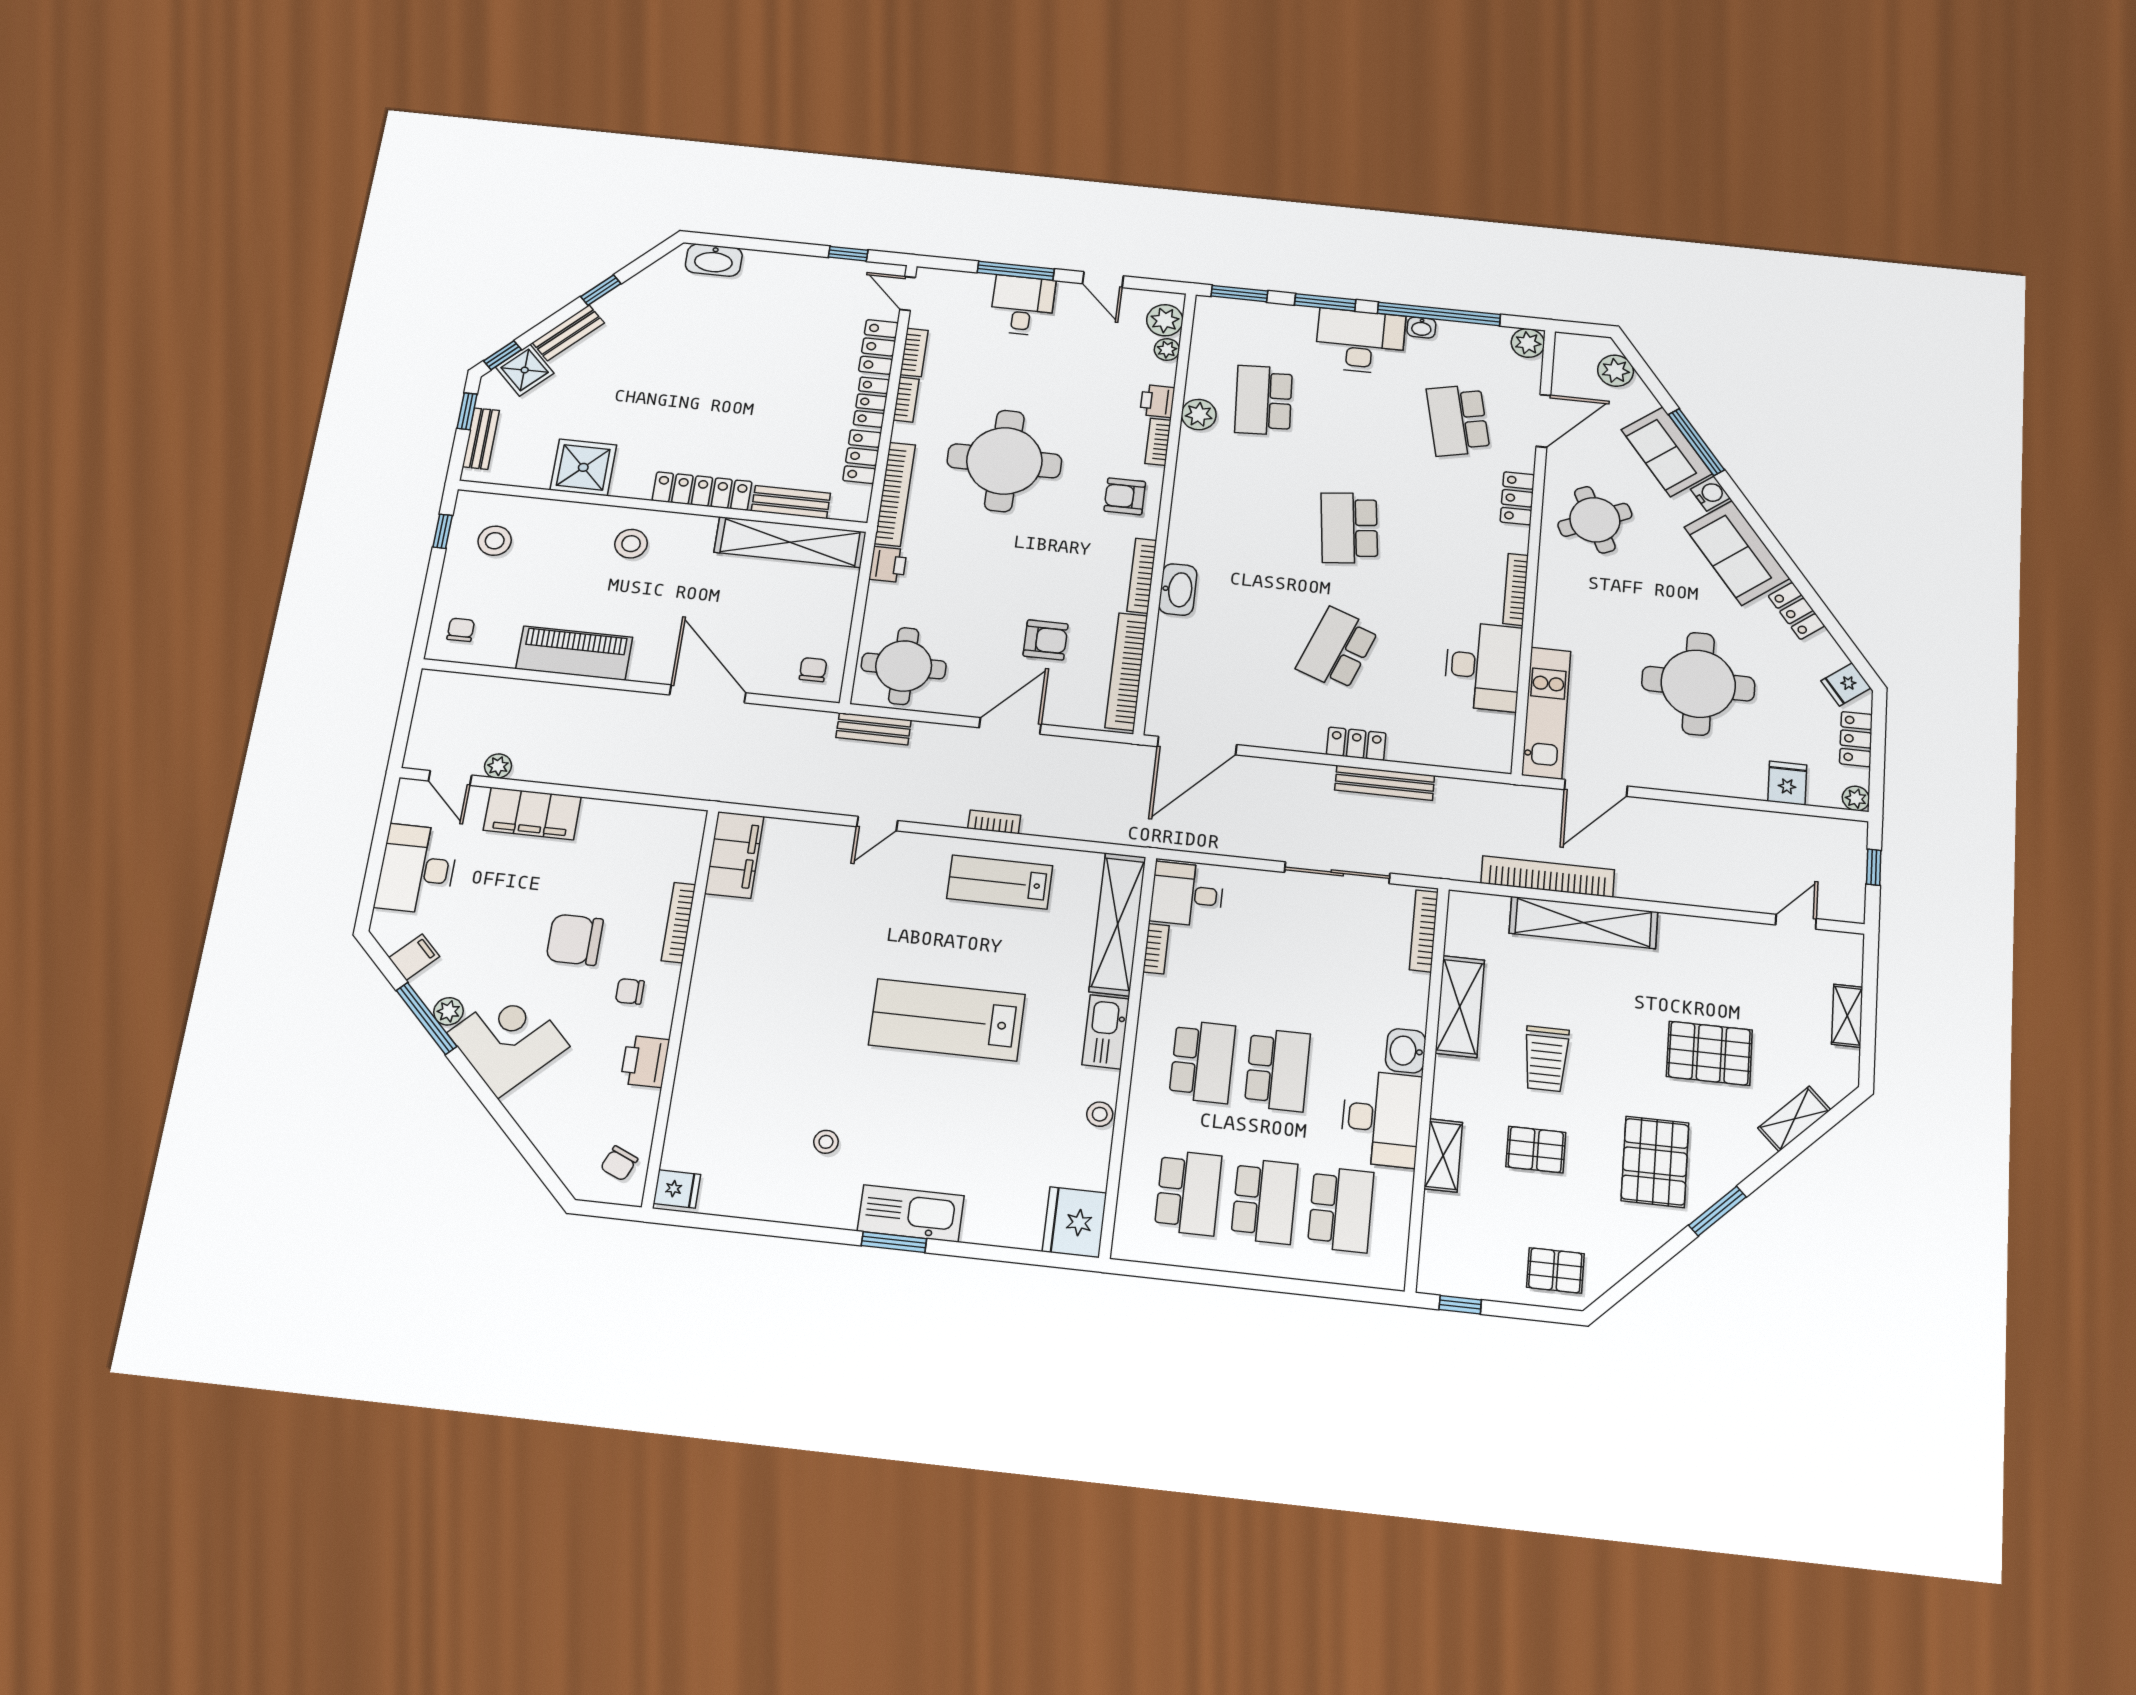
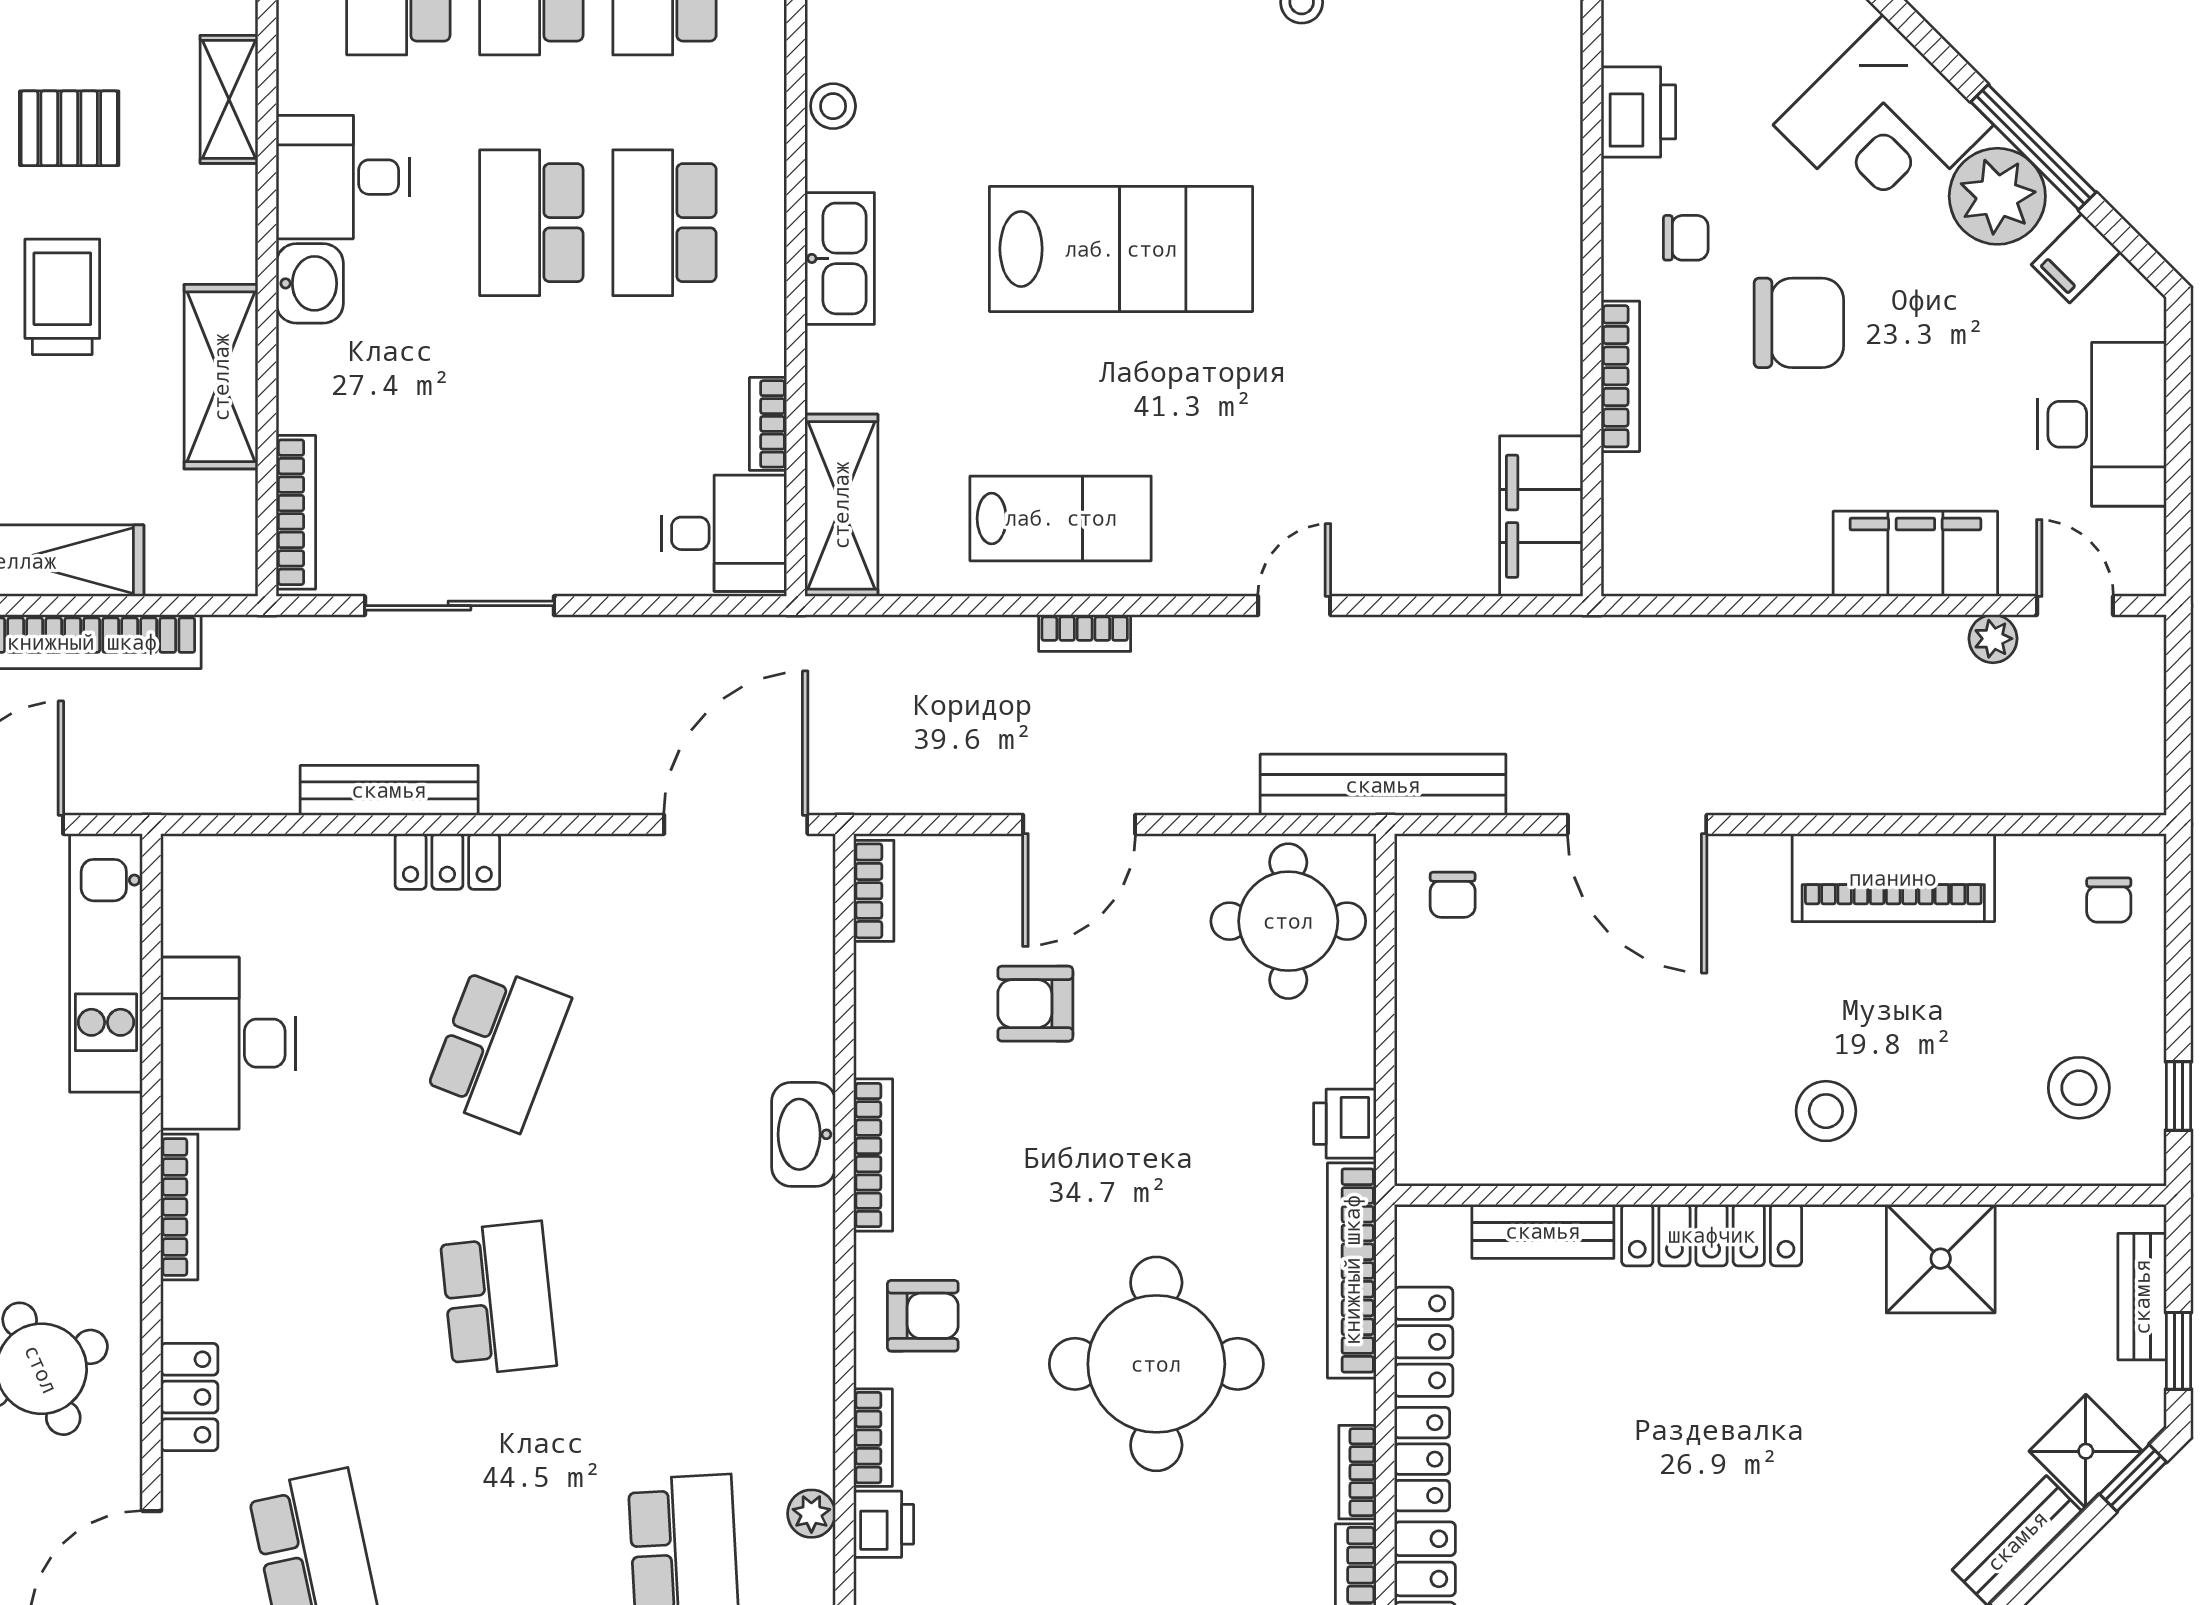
plant: (1199, 415) -> (811, 1514), width x0.73, depth x0.73
shelving: (790, 542) -> (1532, 1148), removed
bookcase: (1126, 672) -> (874, 891), width x0.43, depth x0.76
bench: (874, 729) -> (1383, 785), width x1.86, depth x1.21
shelving: (1118, 924) -> (841, 505), width x0.68
plant: (448, 1011) -> (1997, 196), width x1.88, depth x1.88
desk: (1381, 1119) -> (343, 177), width x0.73

